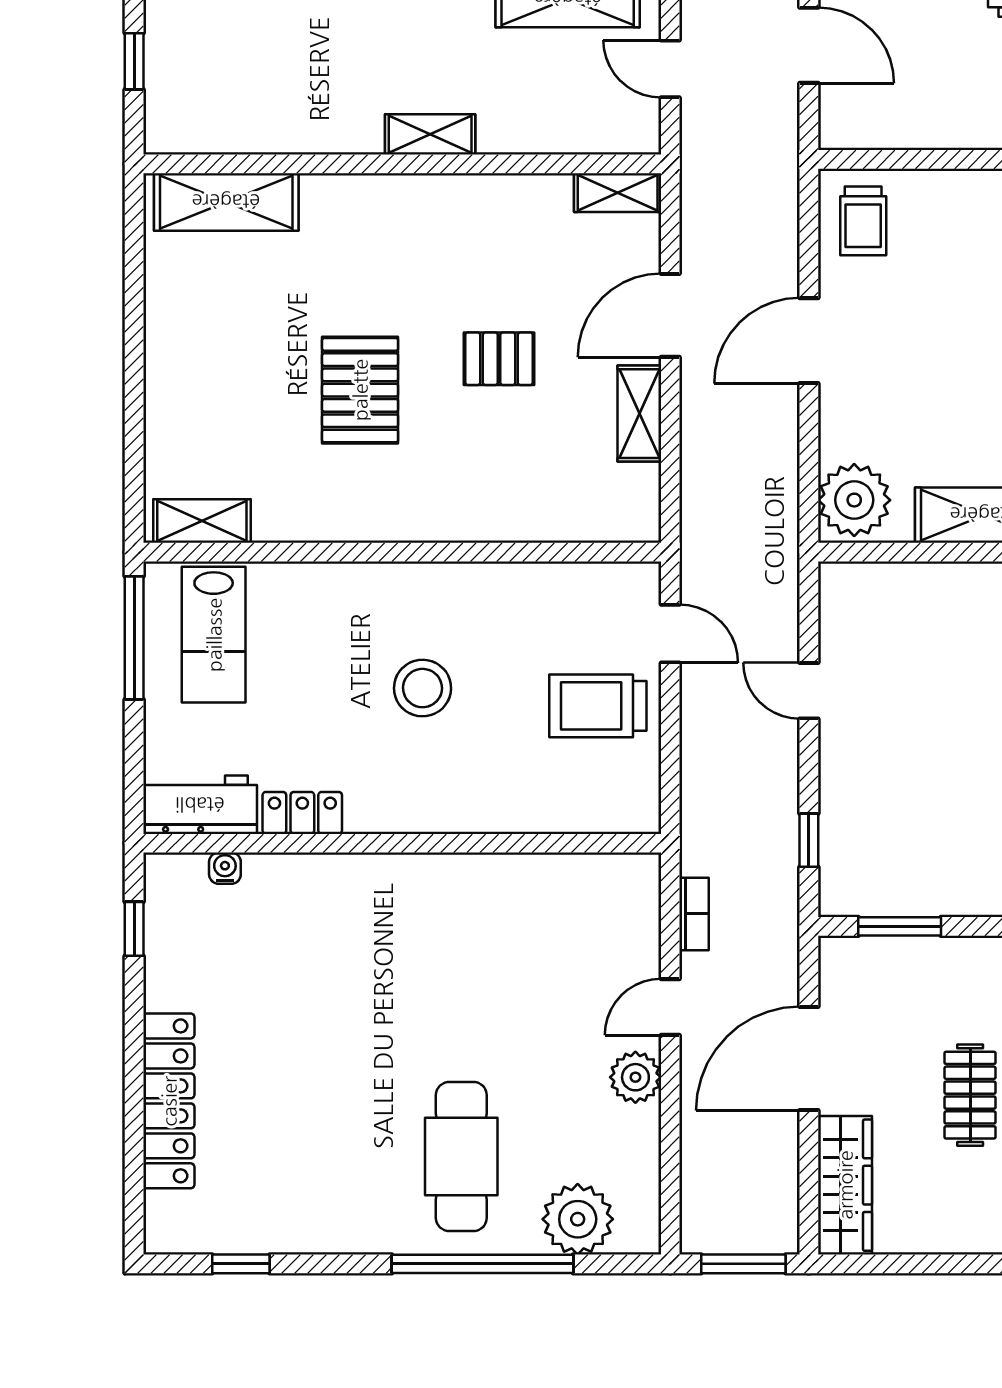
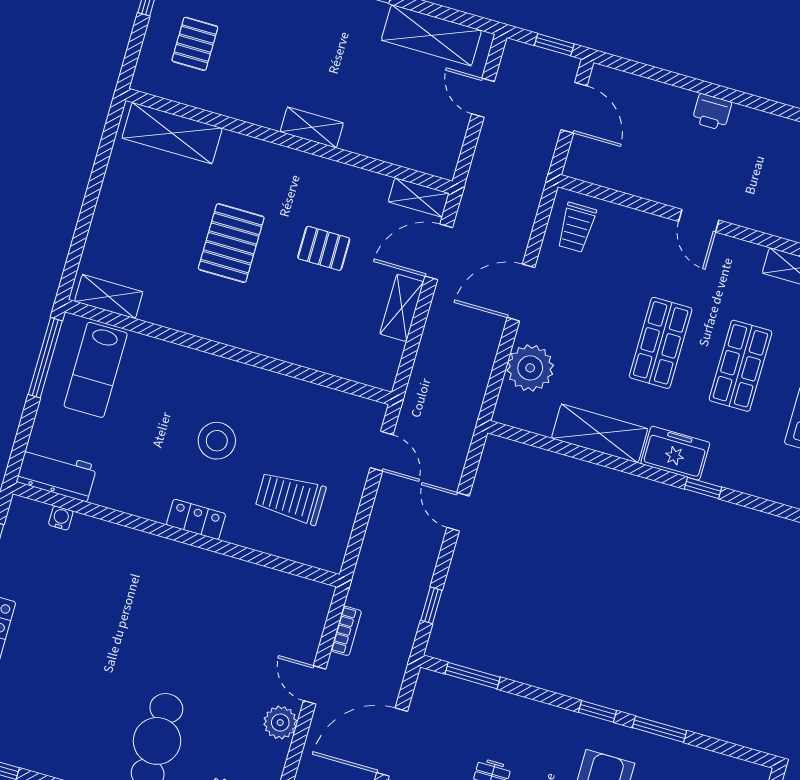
pallet: (222, 111) -> (195, 44), added
shelving: (430, 134) -> (312, 127), moved
wall: (402, 164) -> (289, 141), moved
shelving: (618, 193) -> (419, 197), moved
shelving: (226, 202) -> (172, 133), moved
plant: (854, 500) -> (530, 368), moved
trolley: (598, 706) -> (290, 498), moved
locker: (302, 813) -> (196, 519), moved
door: (670, 1007) -> (315, 685), hinge flipped

